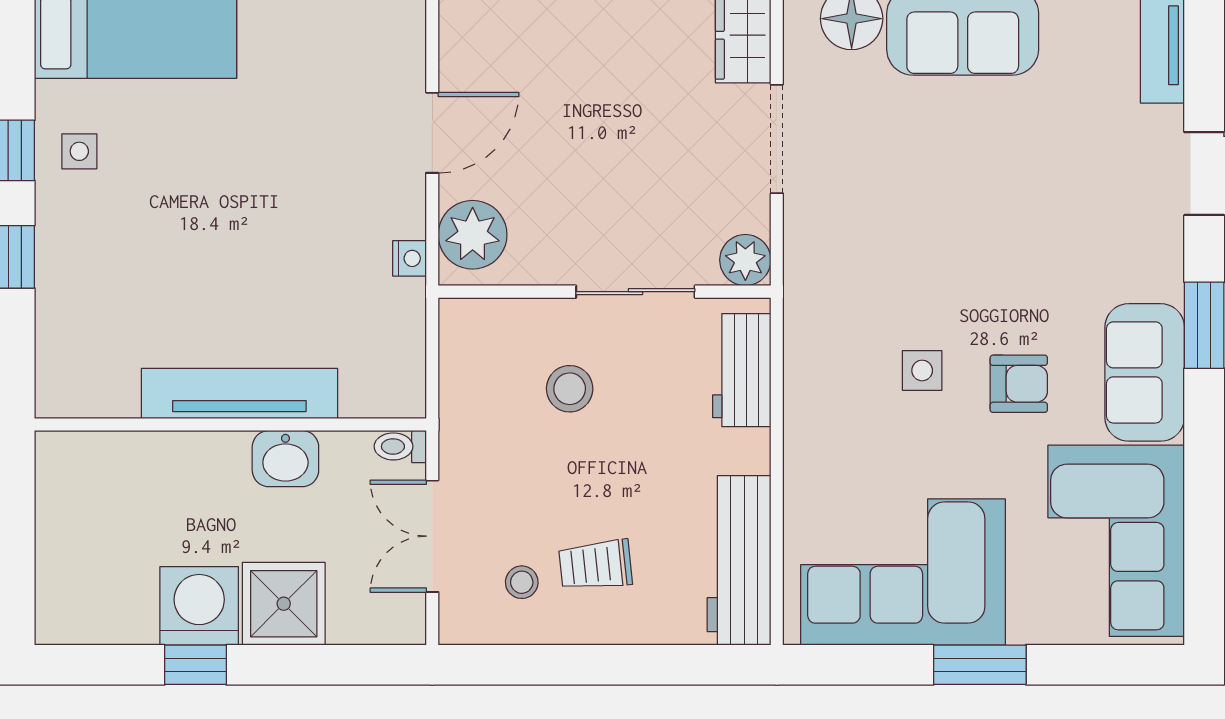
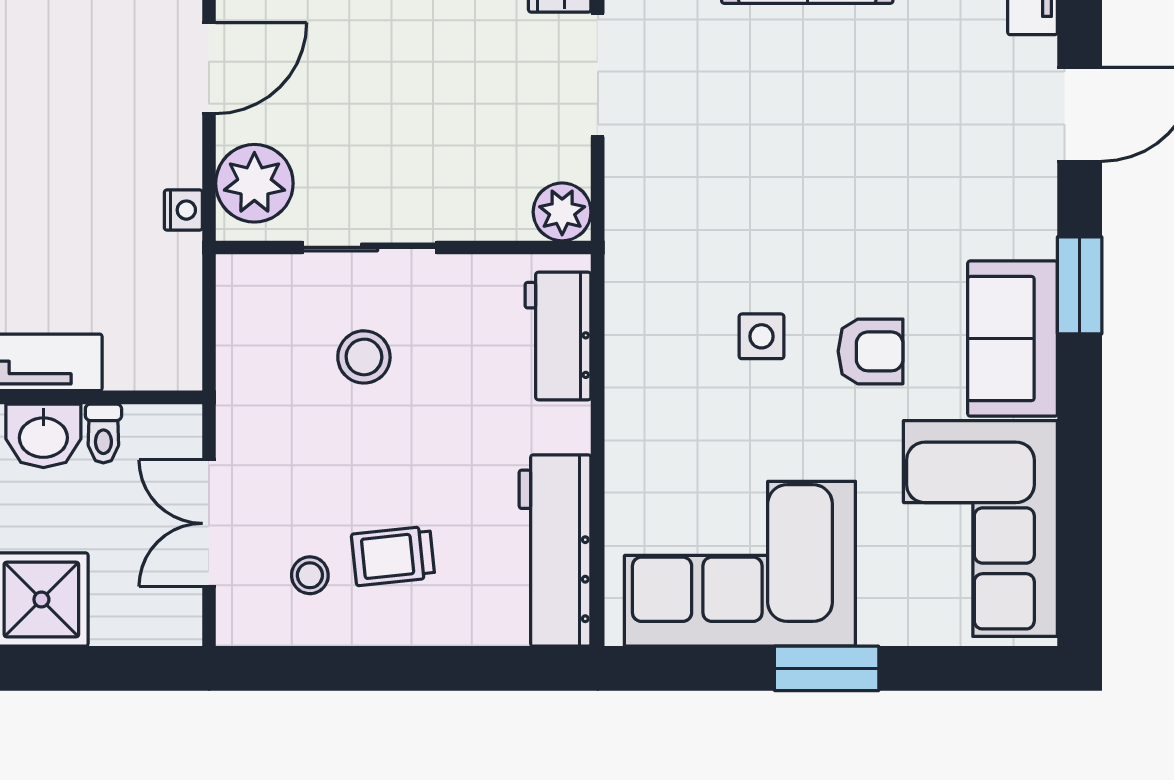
sliding door: (635, 292) -> (370, 247), moved
toilet: (400, 446) -> (103, 433), moved, turned -90

